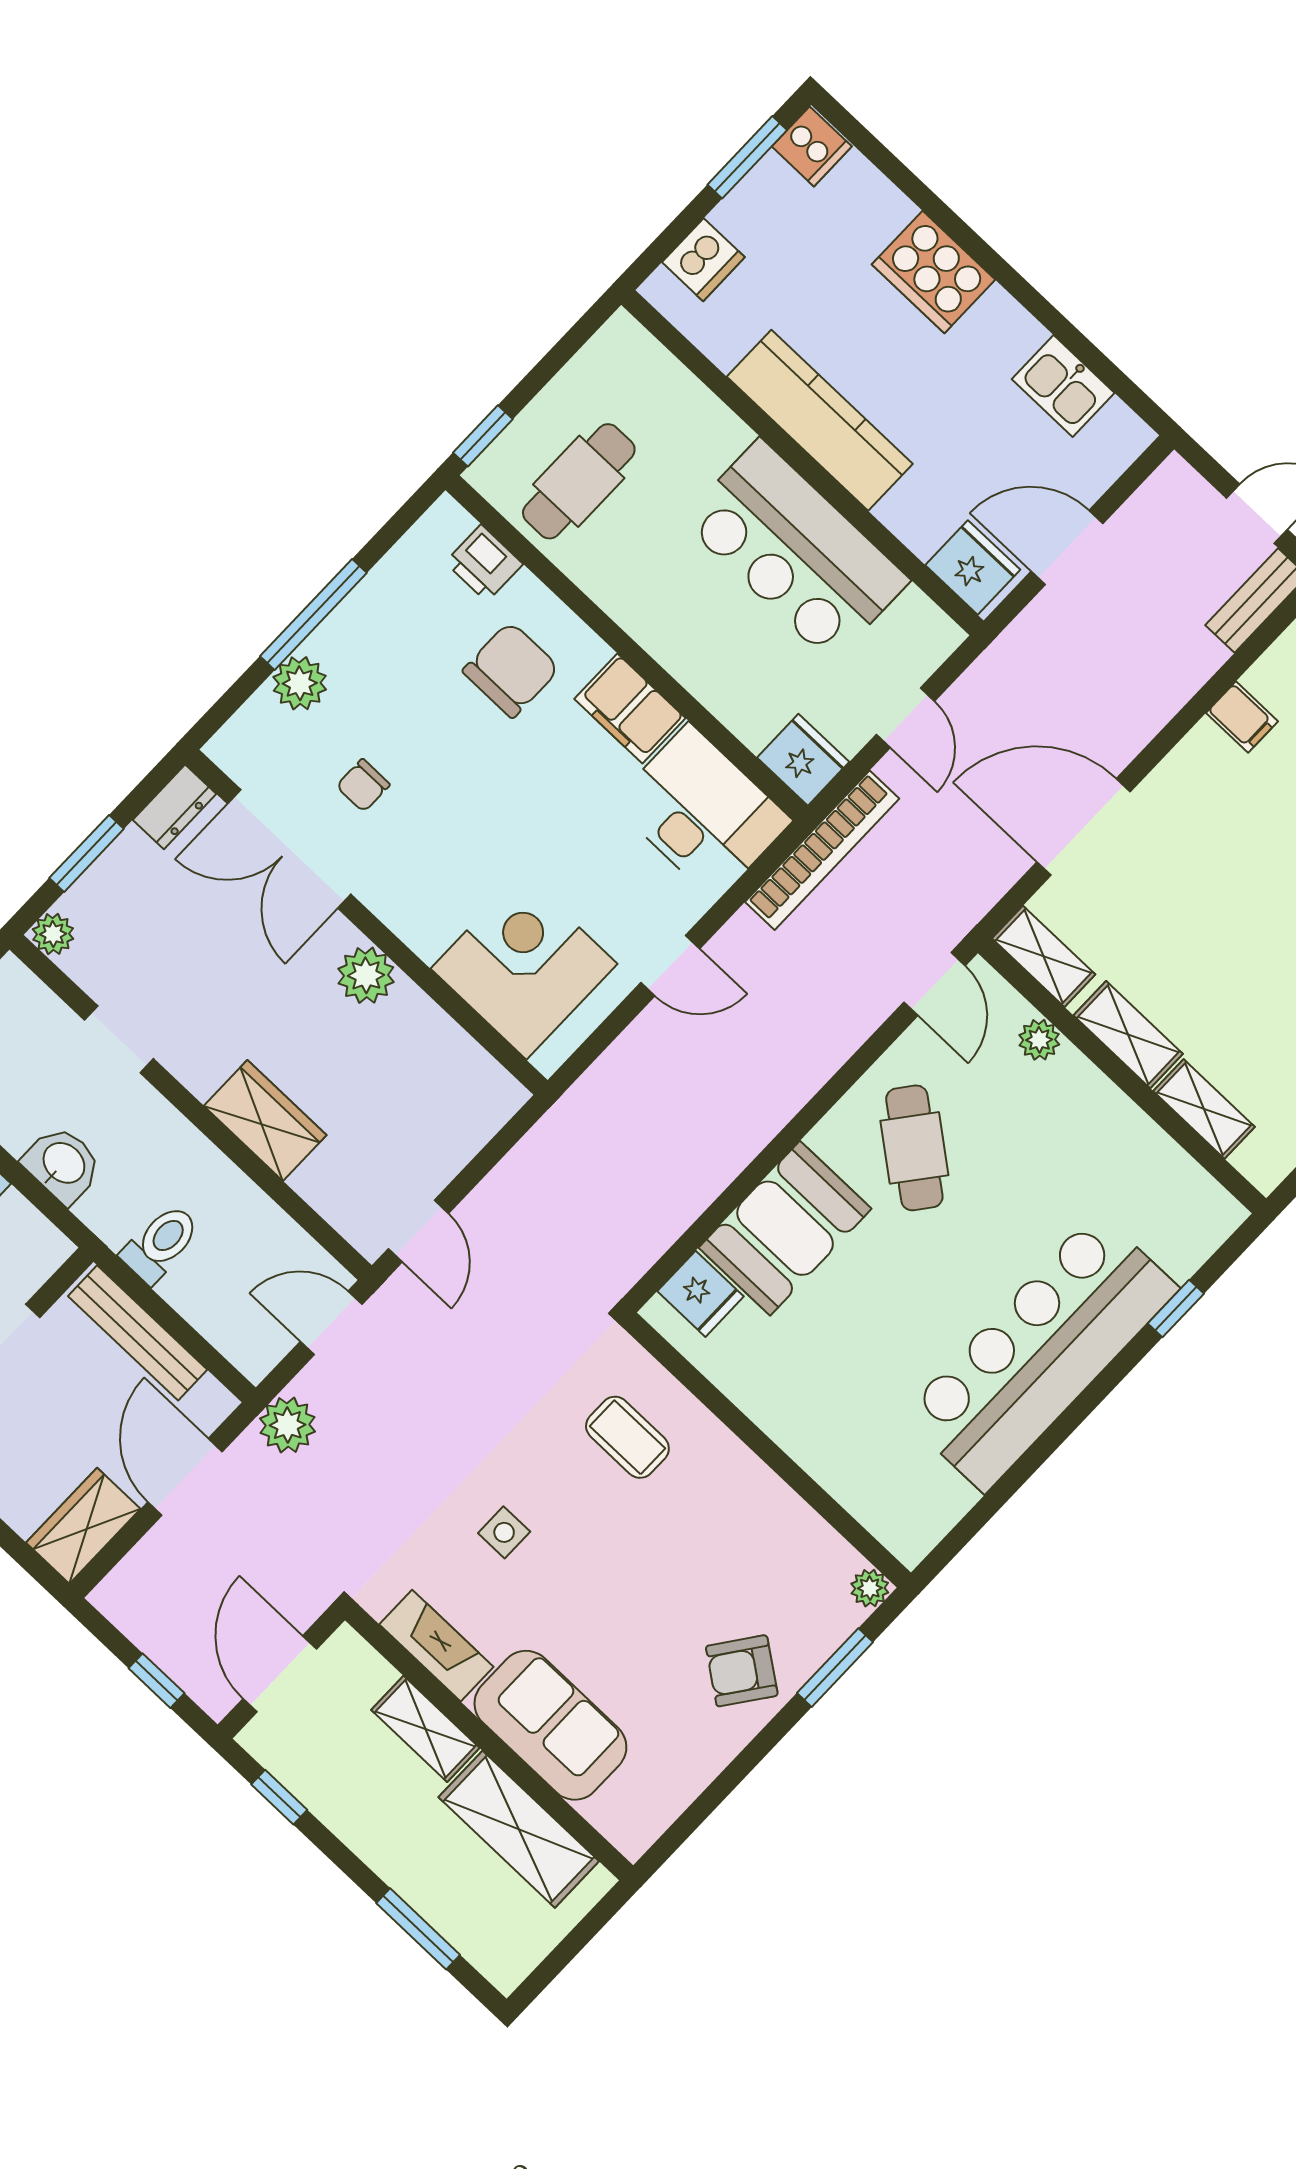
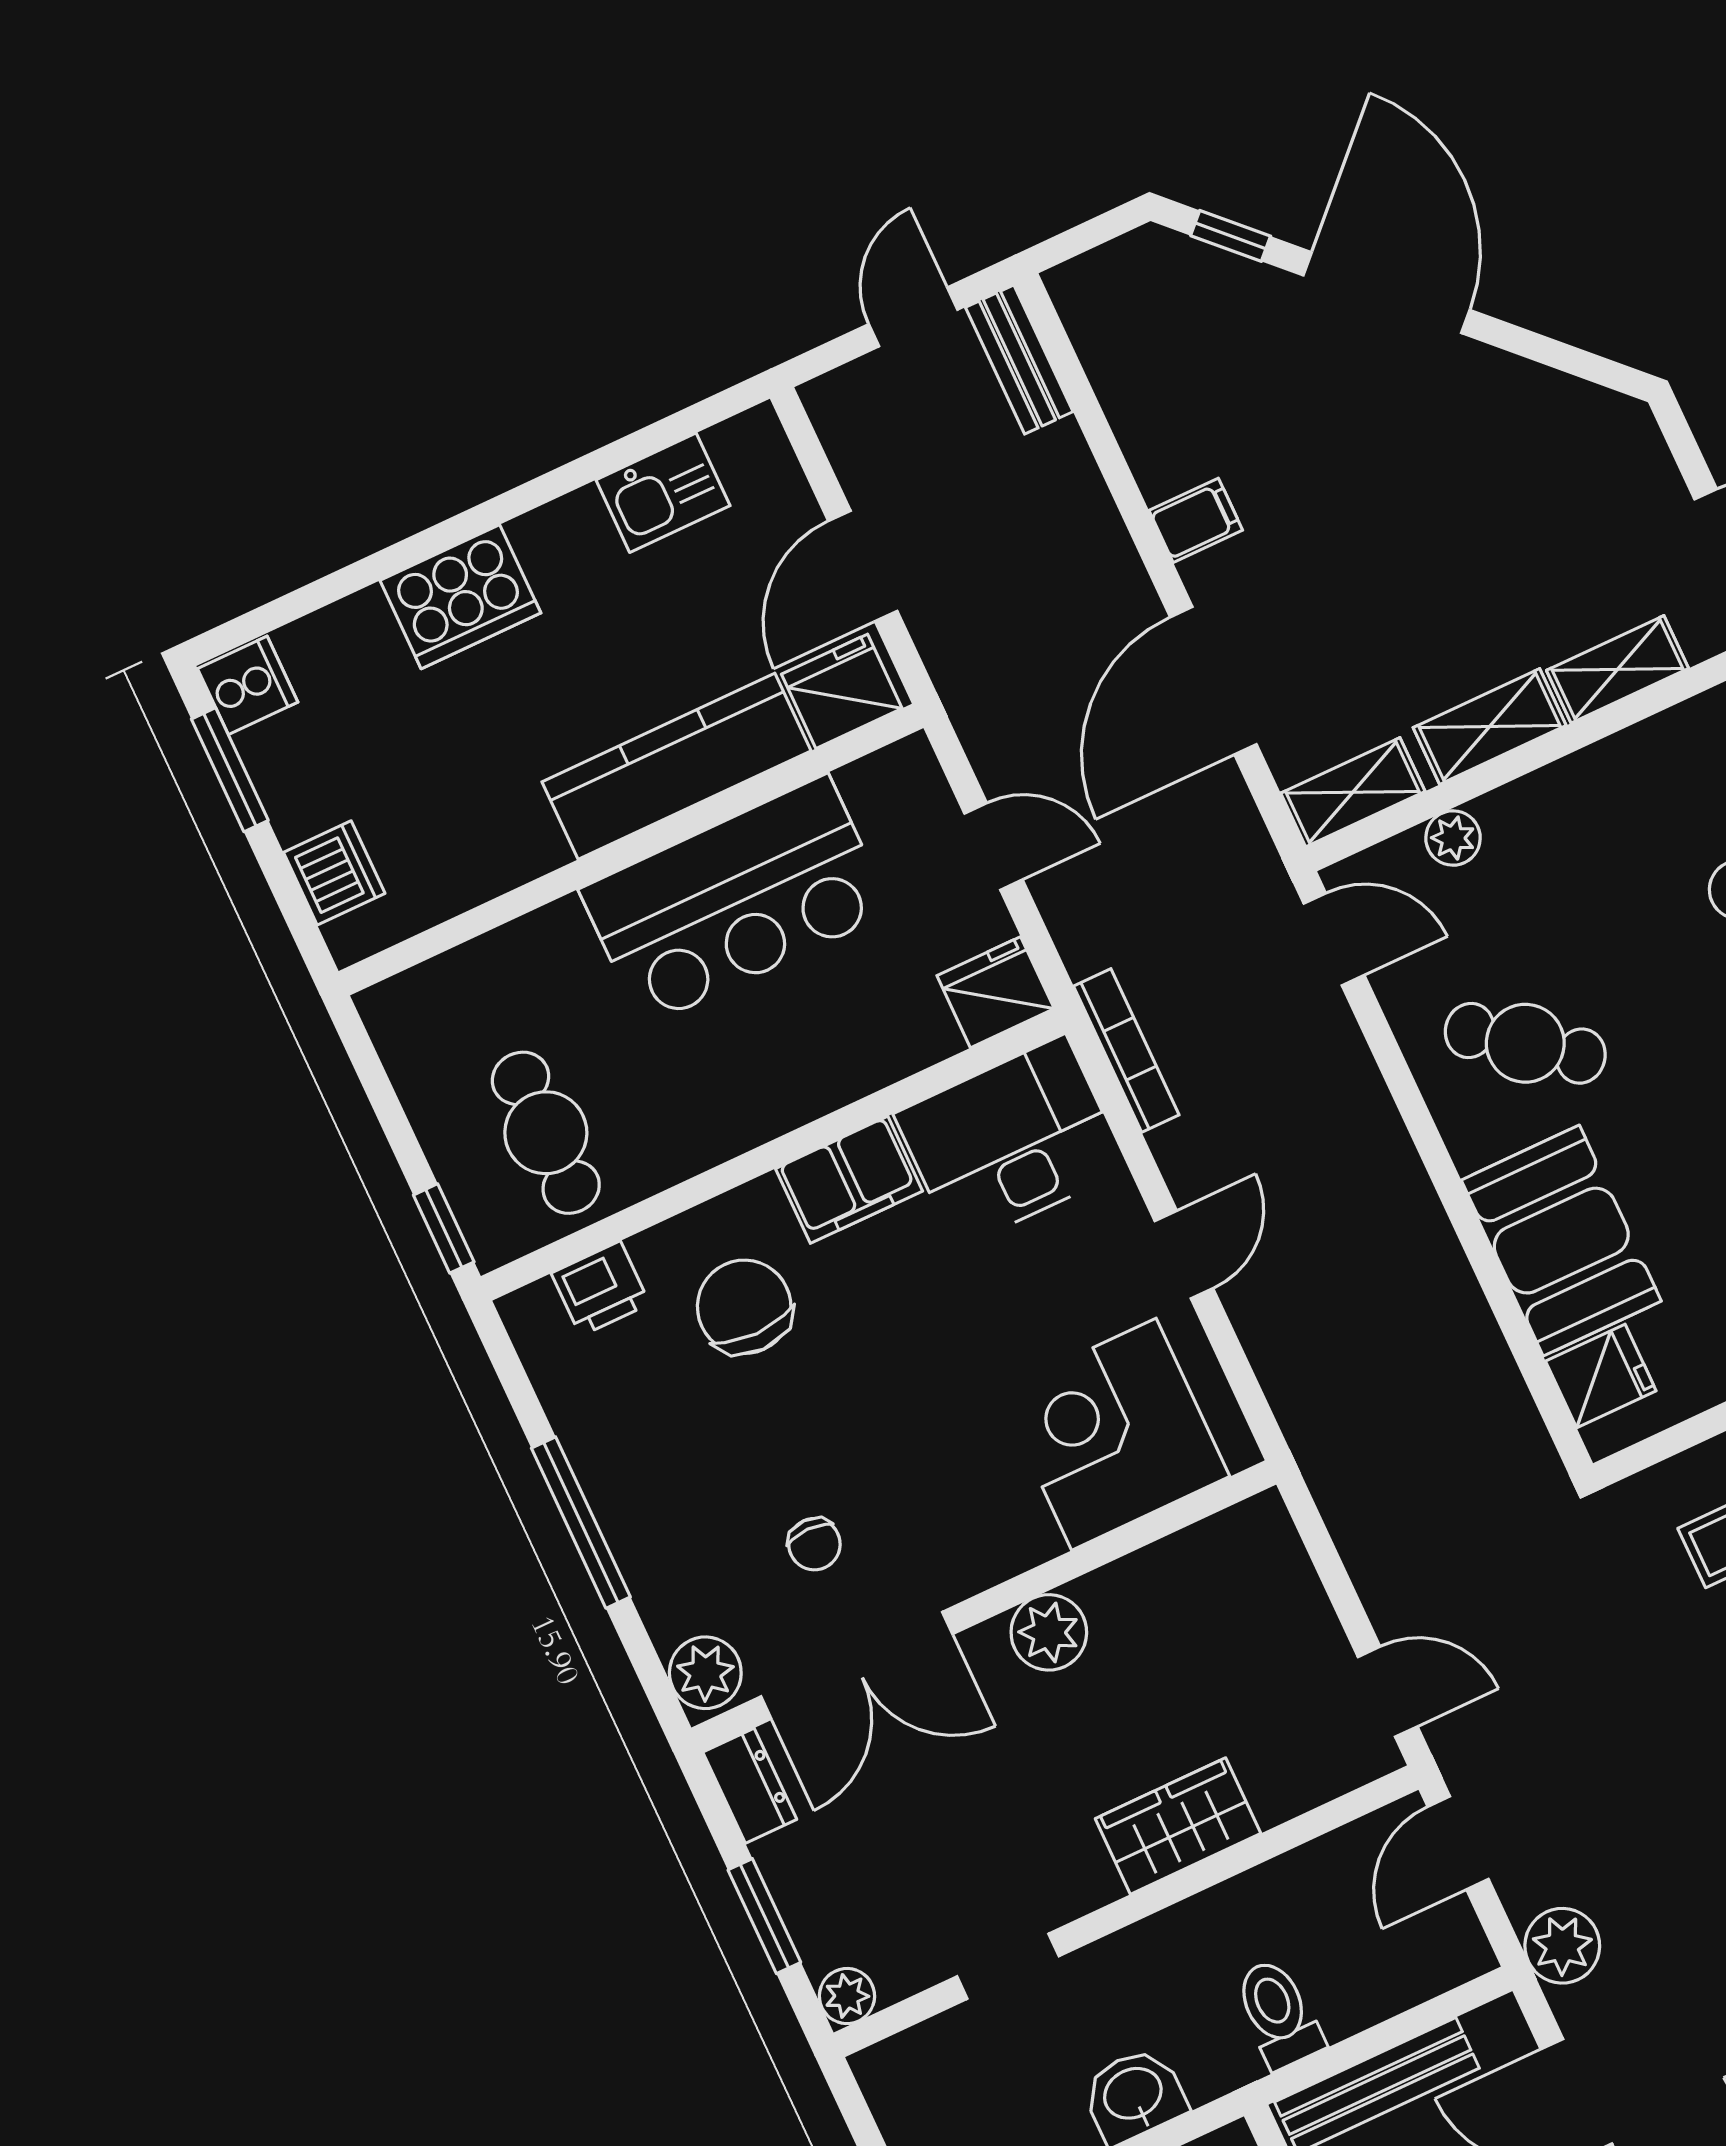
kitchen counter: (820, 420) -> (676, 766), moved
plant: (300, 683) -> (705, 1673), moved
filing cabinet: (1242, 717) -> (1196, 520), moved
bookcase: (822, 850) -> (1126, 1050), width x0.68, depth x0.76

